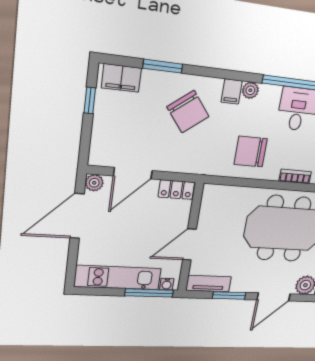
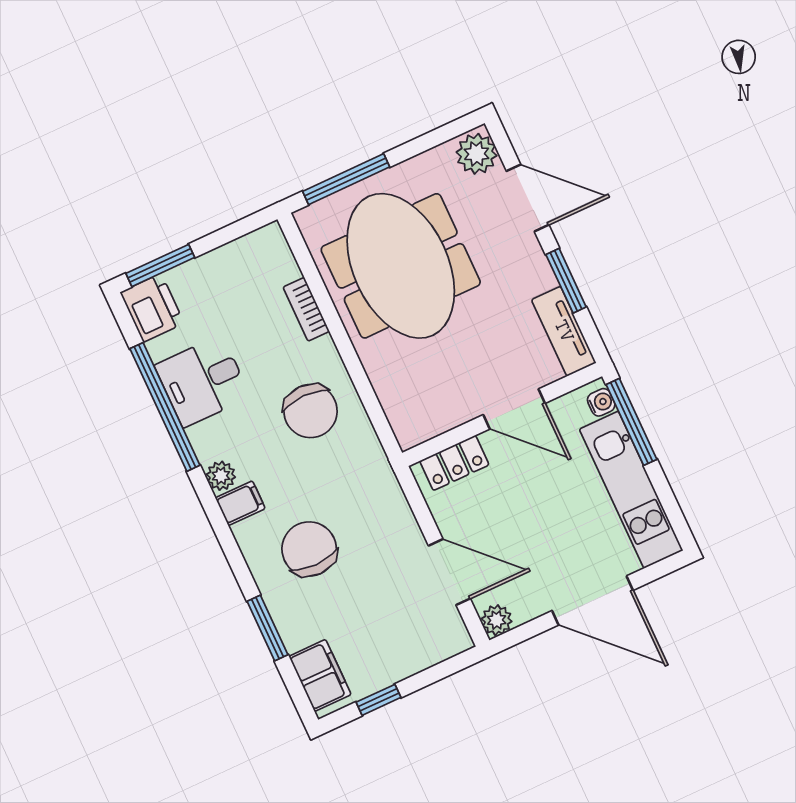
chair: (188, 112) -> (309, 549), turned -52
locker: (176, 190) -> (454, 463), moved, turned 90
door: (77, 216) -> (593, 600), moved

